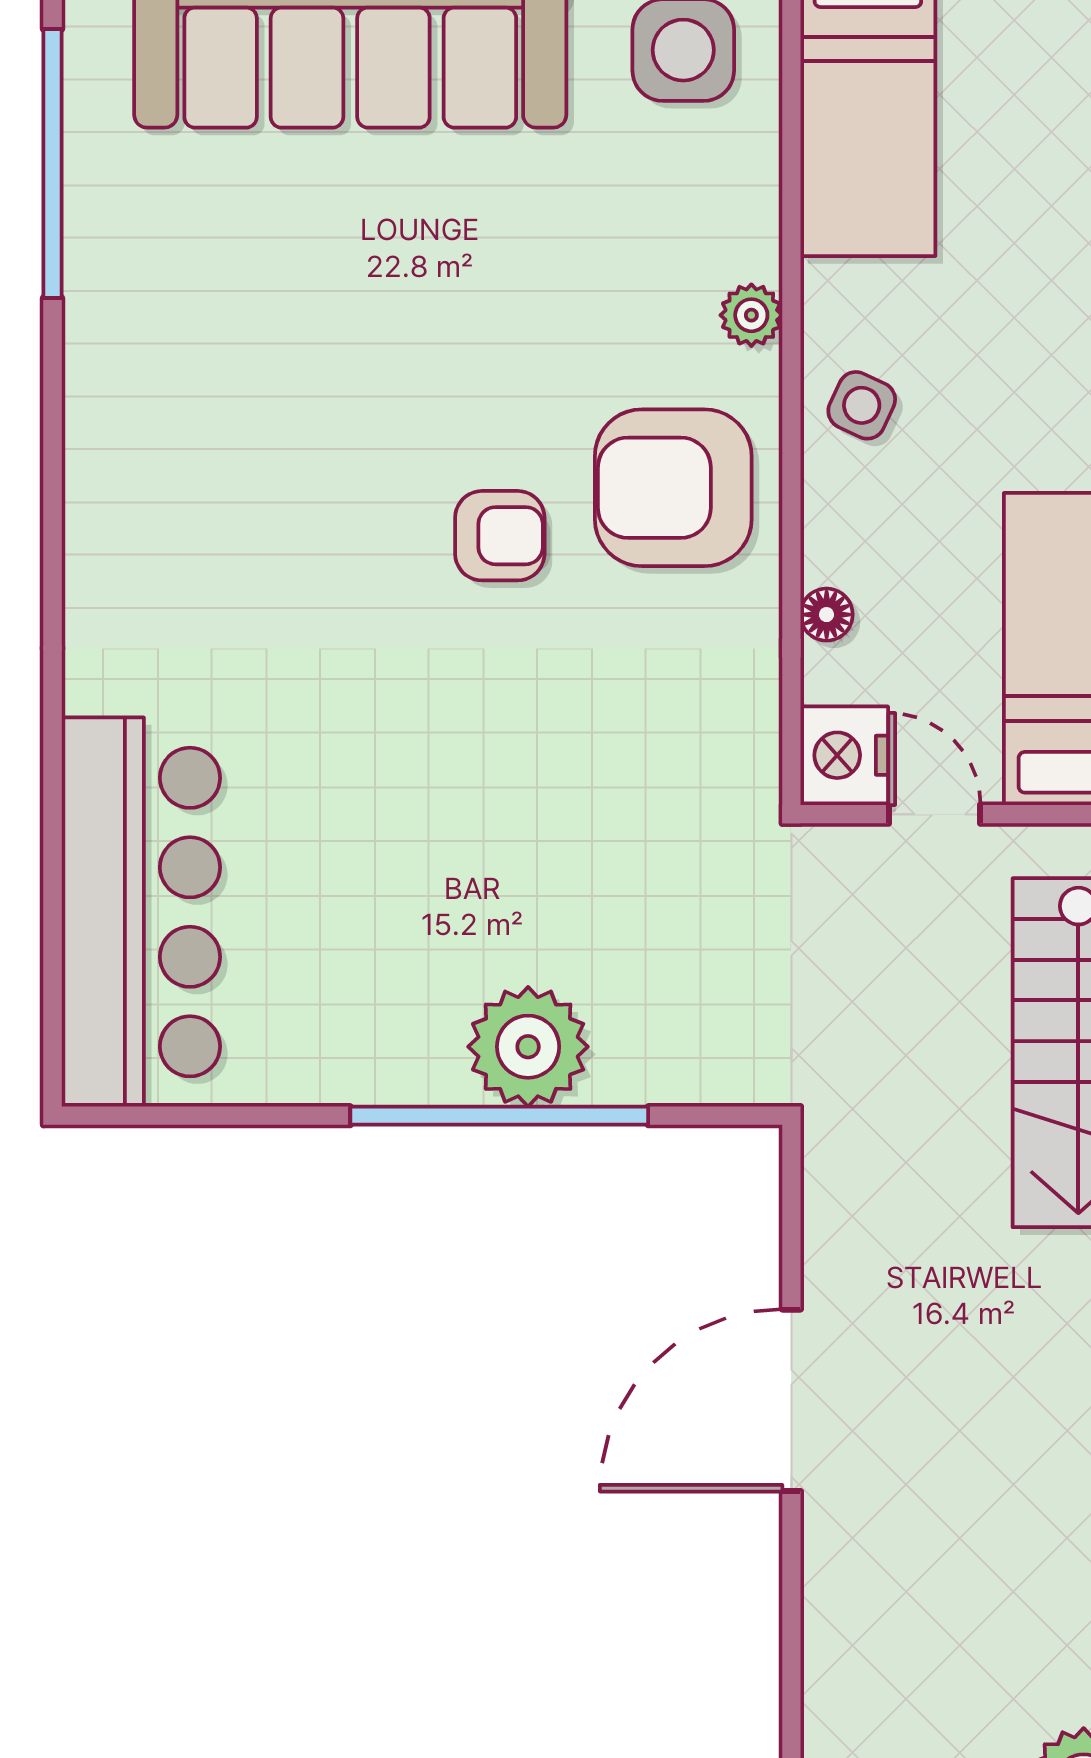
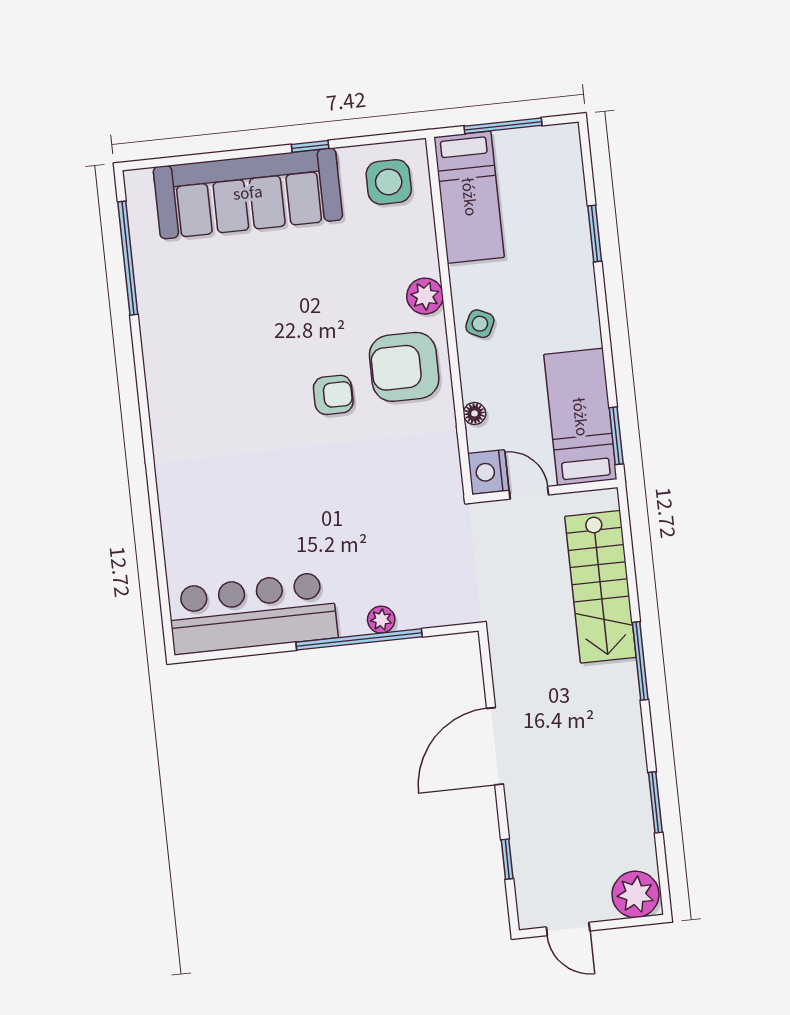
plant: (751, 315) -> (425, 296), width x1.38, depth x1.38
bar counter: (141, 912) -> (253, 613), moved, turned -90
plant: (528, 1047) -> (381, 620), width x0.53, depth x0.53
window: (791, 1668) -> (507, 859), added

